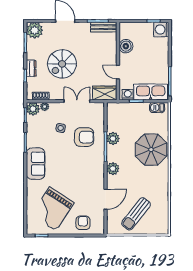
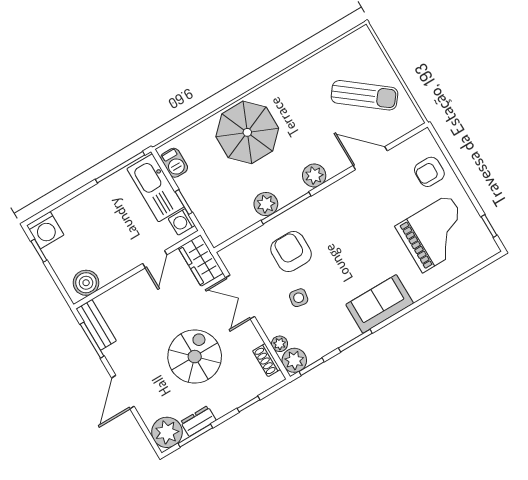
boiler: (126, 46) -> (86, 283), moved
spiral stairs: (62, 64) -> (195, 357), turned -90
dresser: (31, 68) -> (198, 421), moved
grand piano: (53, 209) -> (436, 233), turned -33

